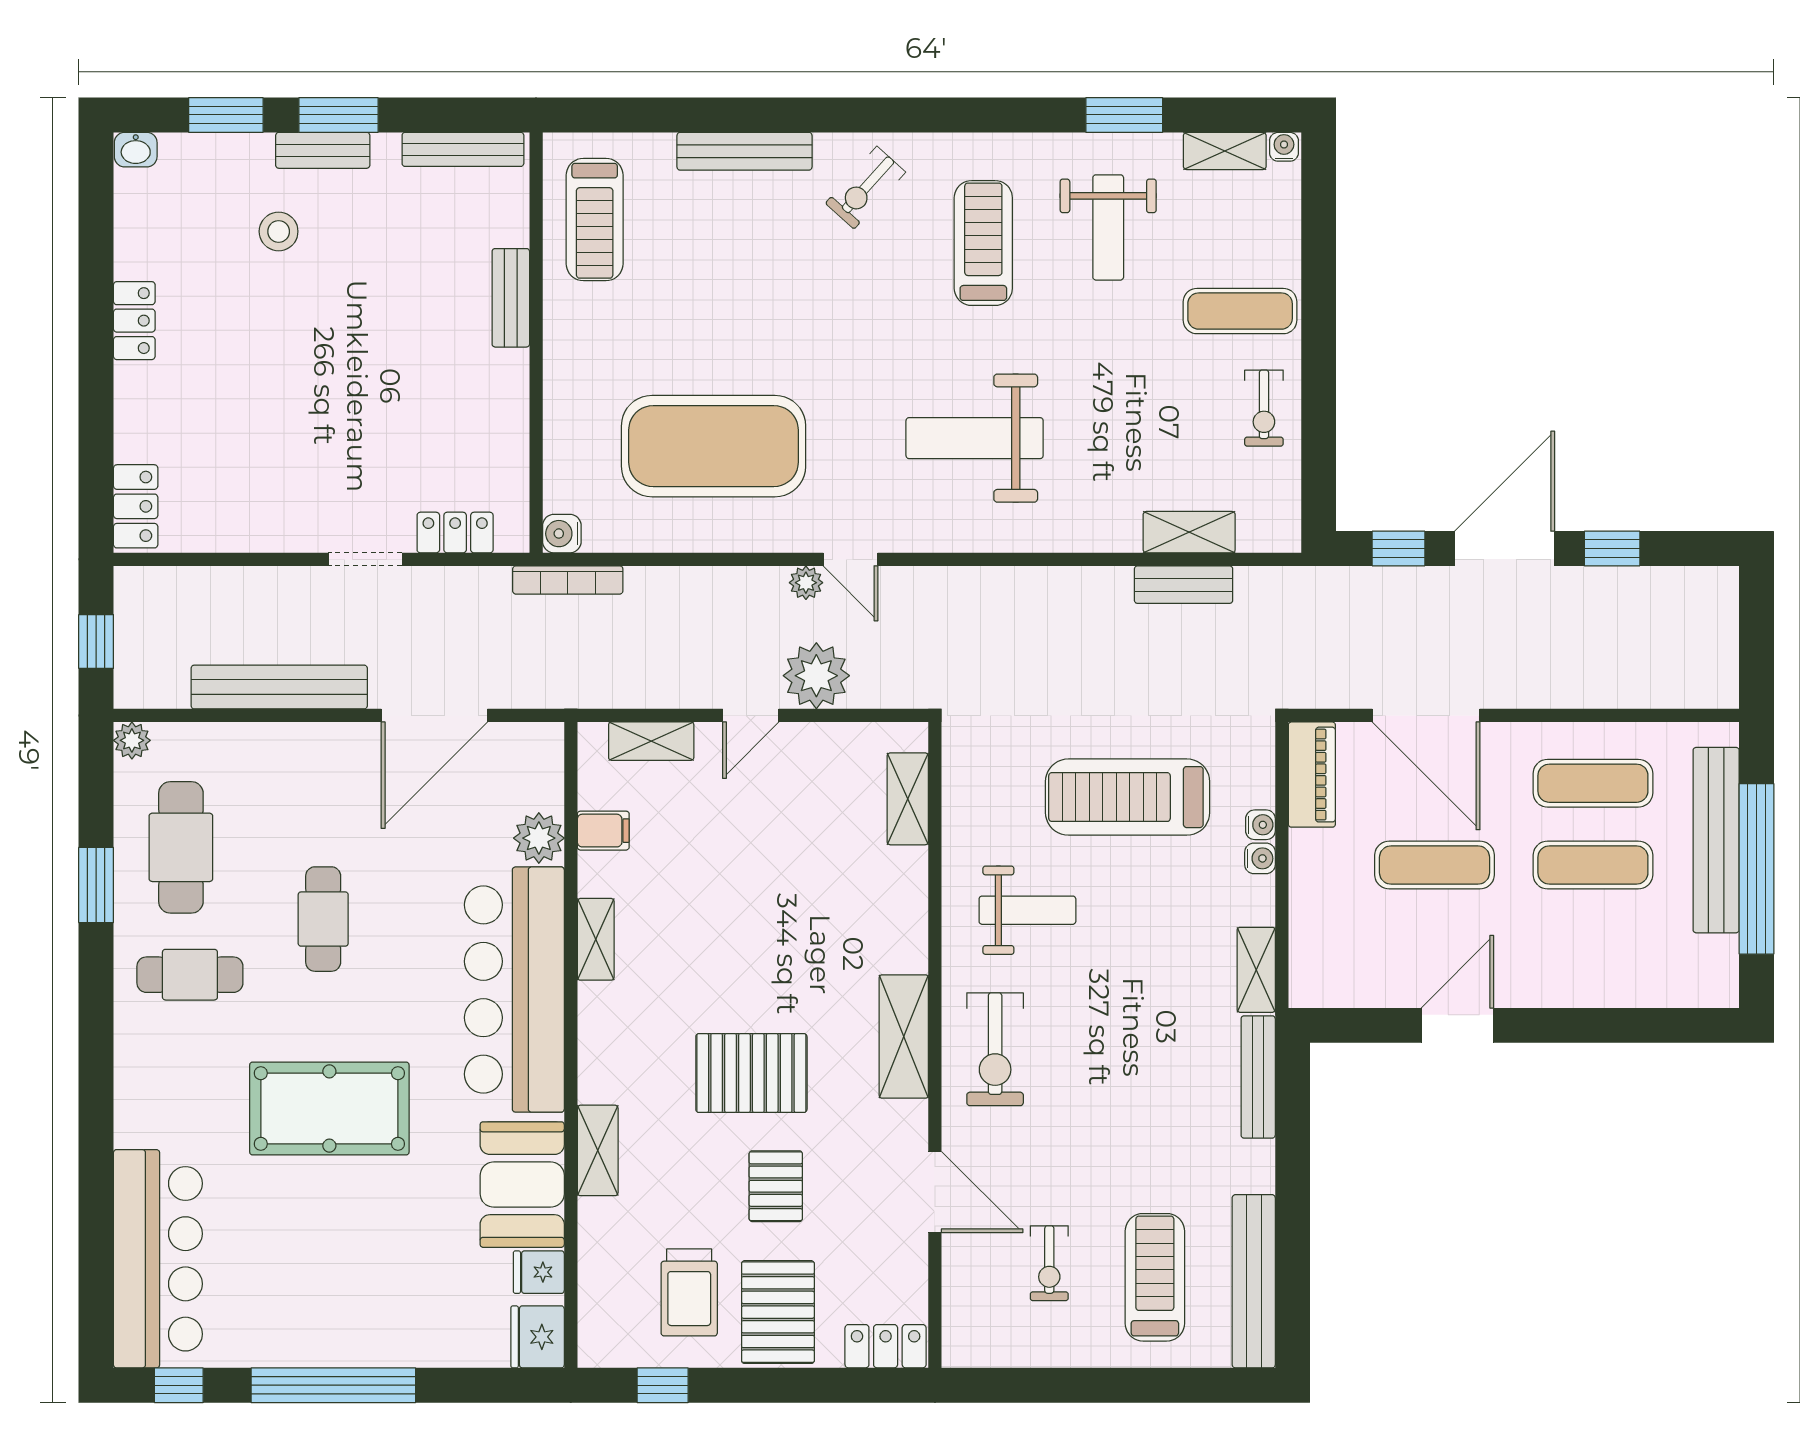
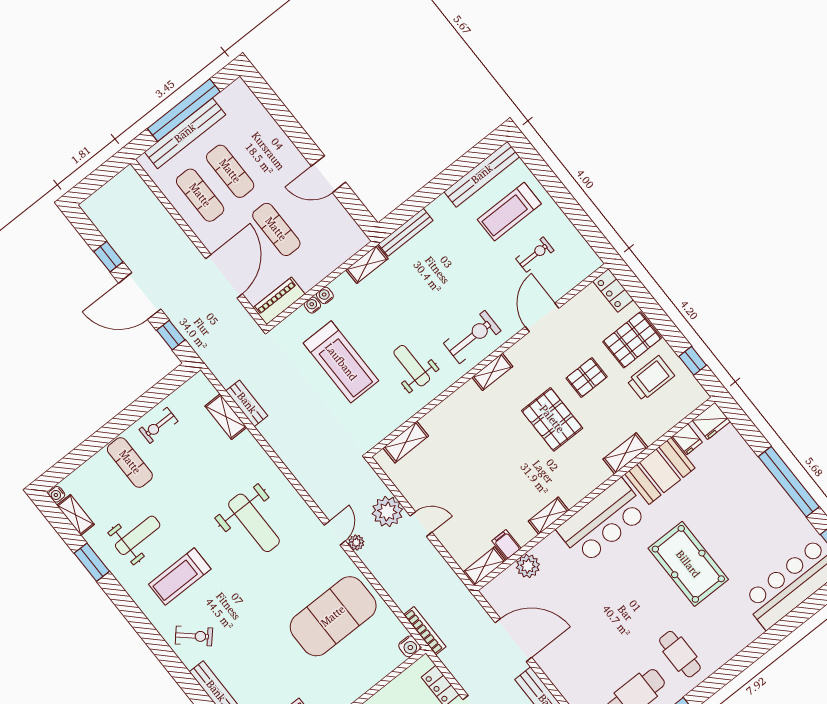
exercise bike: (1264, 408) -> (158, 425), turned 180
exercise mat: (714, 446) -> (333, 616), turned 90
shelving: (651, 741) -> (484, 566), moved, turned 90
cafe table: (323, 919) -> (621, 621), removed
bar counter: (514, 990) -> (603, 521), width x0.73
shelving: (904, 1037) -> (492, 372), width x0.67, depth x0.75

